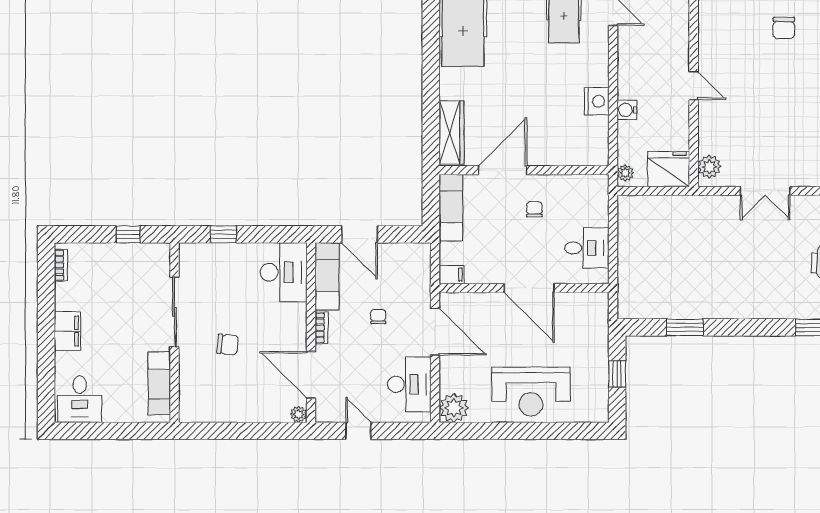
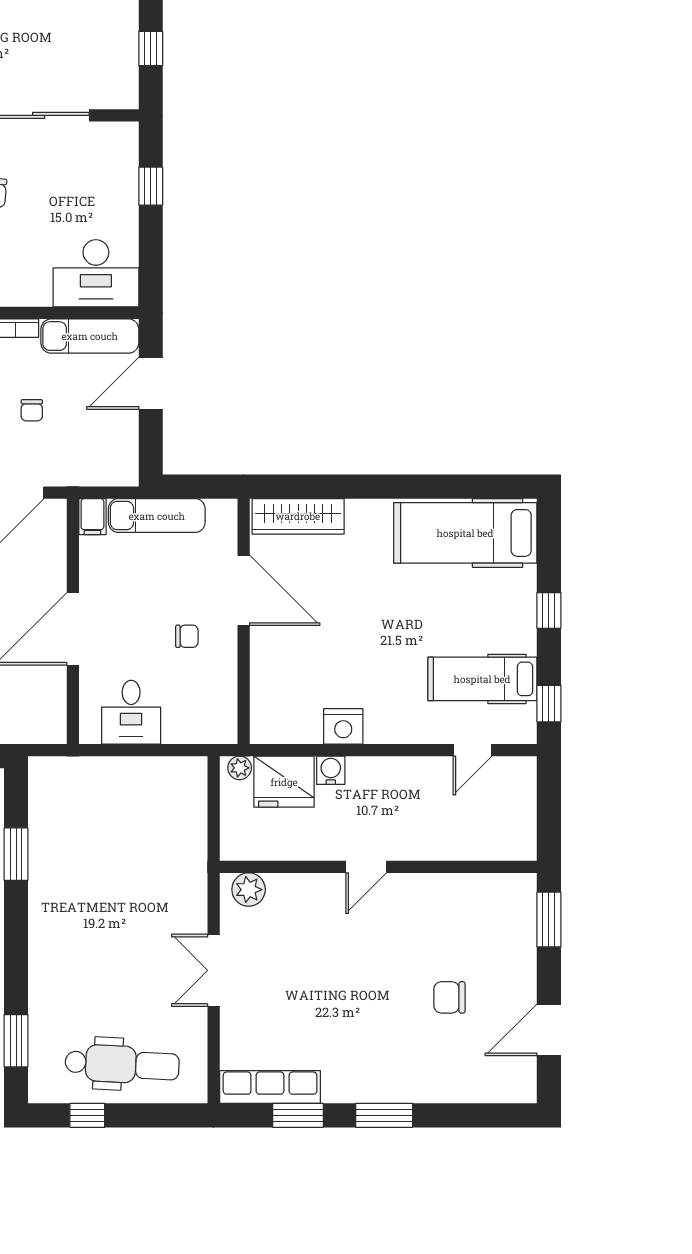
fridge: (669, 169) -> (284, 782), moved, turned 90
exam couch: (451, 208) -> (157, 516), moved
chair: (378, 317) -> (32, 410), turned 90

